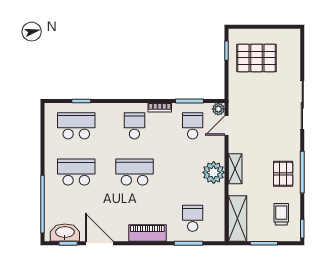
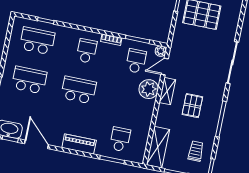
shelving: (235, 169) -> (167, 91), moved
plant: (214, 172) -> (149, 89), moved
pallet: (283, 174) -> (192, 106), moved

